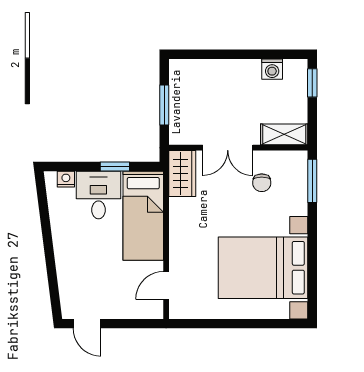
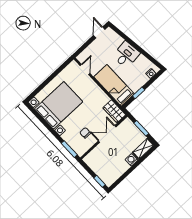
washing machine: (272, 69) -> (131, 160), moved
shelving: (284, 134) -> (143, 149), moved
desk: (98, 195) -> (126, 55), moved, turned -97
door: (87, 324) -> (99, 32), hinge flipped

